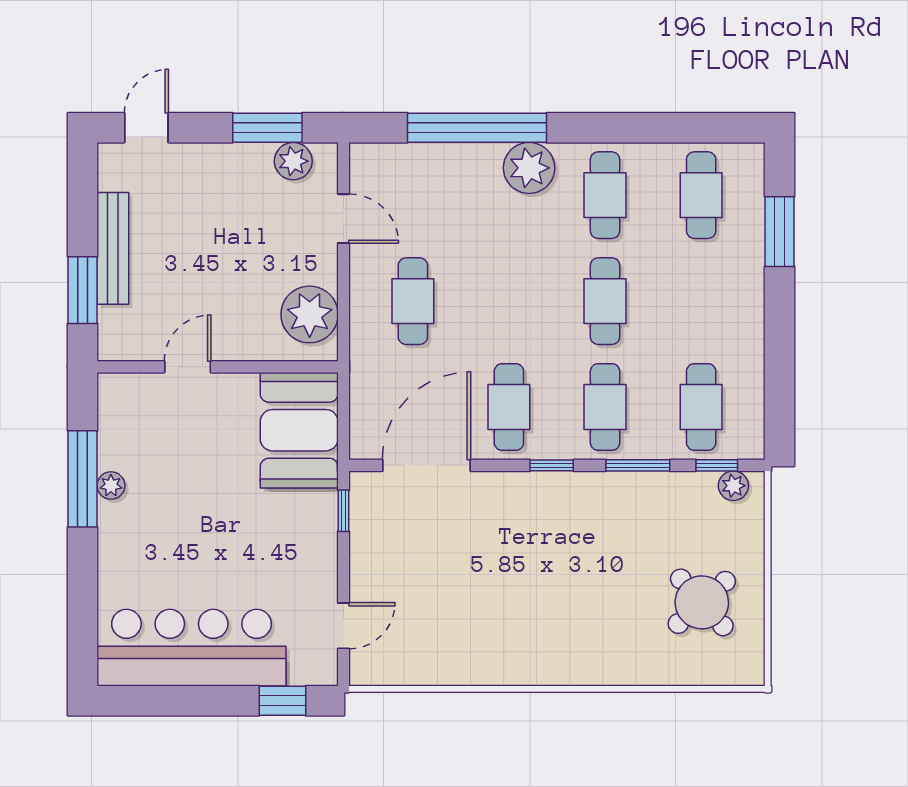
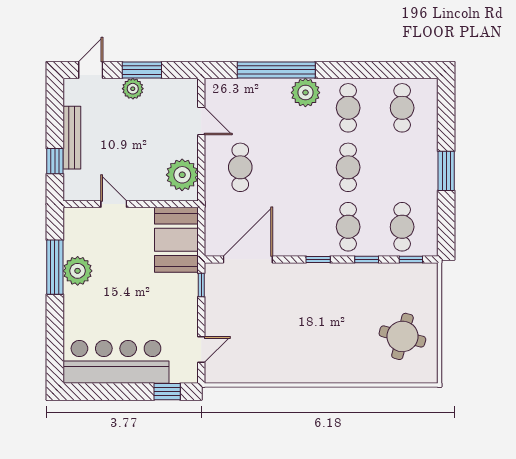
window: (267, 128) -> (142, 70), moved
plant: (293, 161) -> (133, 89), moved
window: (780, 232) -> (446, 171), moved
window: (83, 290) -> (55, 161), width x0.67
door: (188, 367) -> (114, 204), hinge flipped
cafe table: (509, 407) -> (294, 227), removed
window: (638, 465) -> (367, 259), width x0.67
plant: (111, 486) -> (78, 271), width x1.88, depth x1.88
plant: (733, 486) -> (420, 271), removed
round table: (702, 602) -> (402, 336), turned -33

